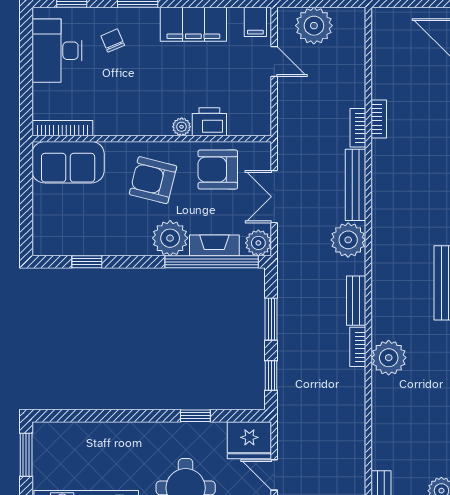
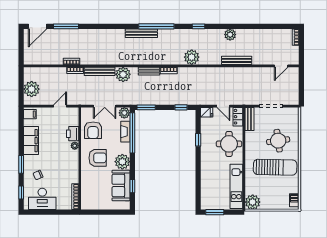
door: (274, 61) -> (60, 106), moved
sofa: (68, 162) -> (121, 185), moved, turned 180
armchair: (153, 180) -> (98, 158), turned -104
plant: (170, 238) -> (122, 162), moved
window: (271, 319) -> (146, 107), moved
plant: (389, 358) -> (192, 57), moved
fridge: (249, 440) -> (207, 112), width x0.53, depth x0.75
door: (274, 475) -> (223, 106), hinge flipped

